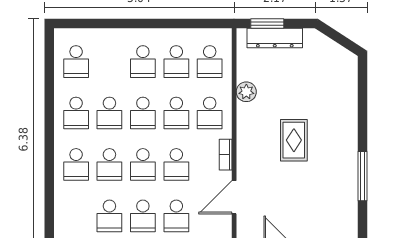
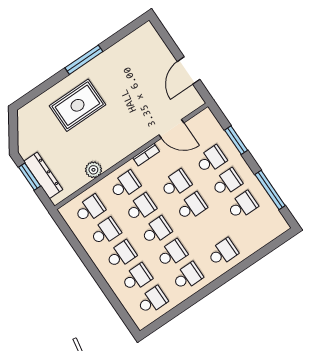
window: (267, 23) -> (30, 177), moved
rug: (294, 140) -> (78, 105), moved, width x1.36, depth x1.43
school desk: (109, 164) -> (137, 278), moved
window: (362, 176) -> (84, 60), moved

